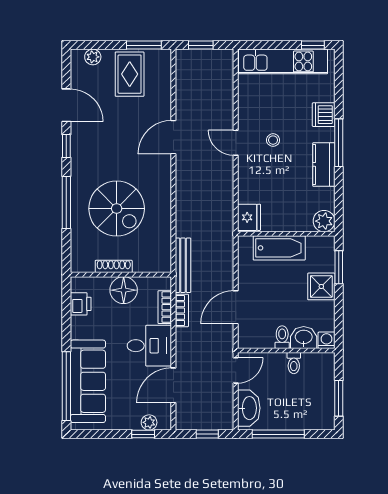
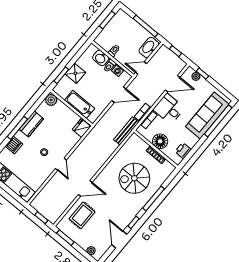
rug: (130, 74) -> (82, 215), moved
spiral stairs: (117, 209) -> (134, 178), turned -90
washing machine: (327, 340) -> (118, 70), moved

